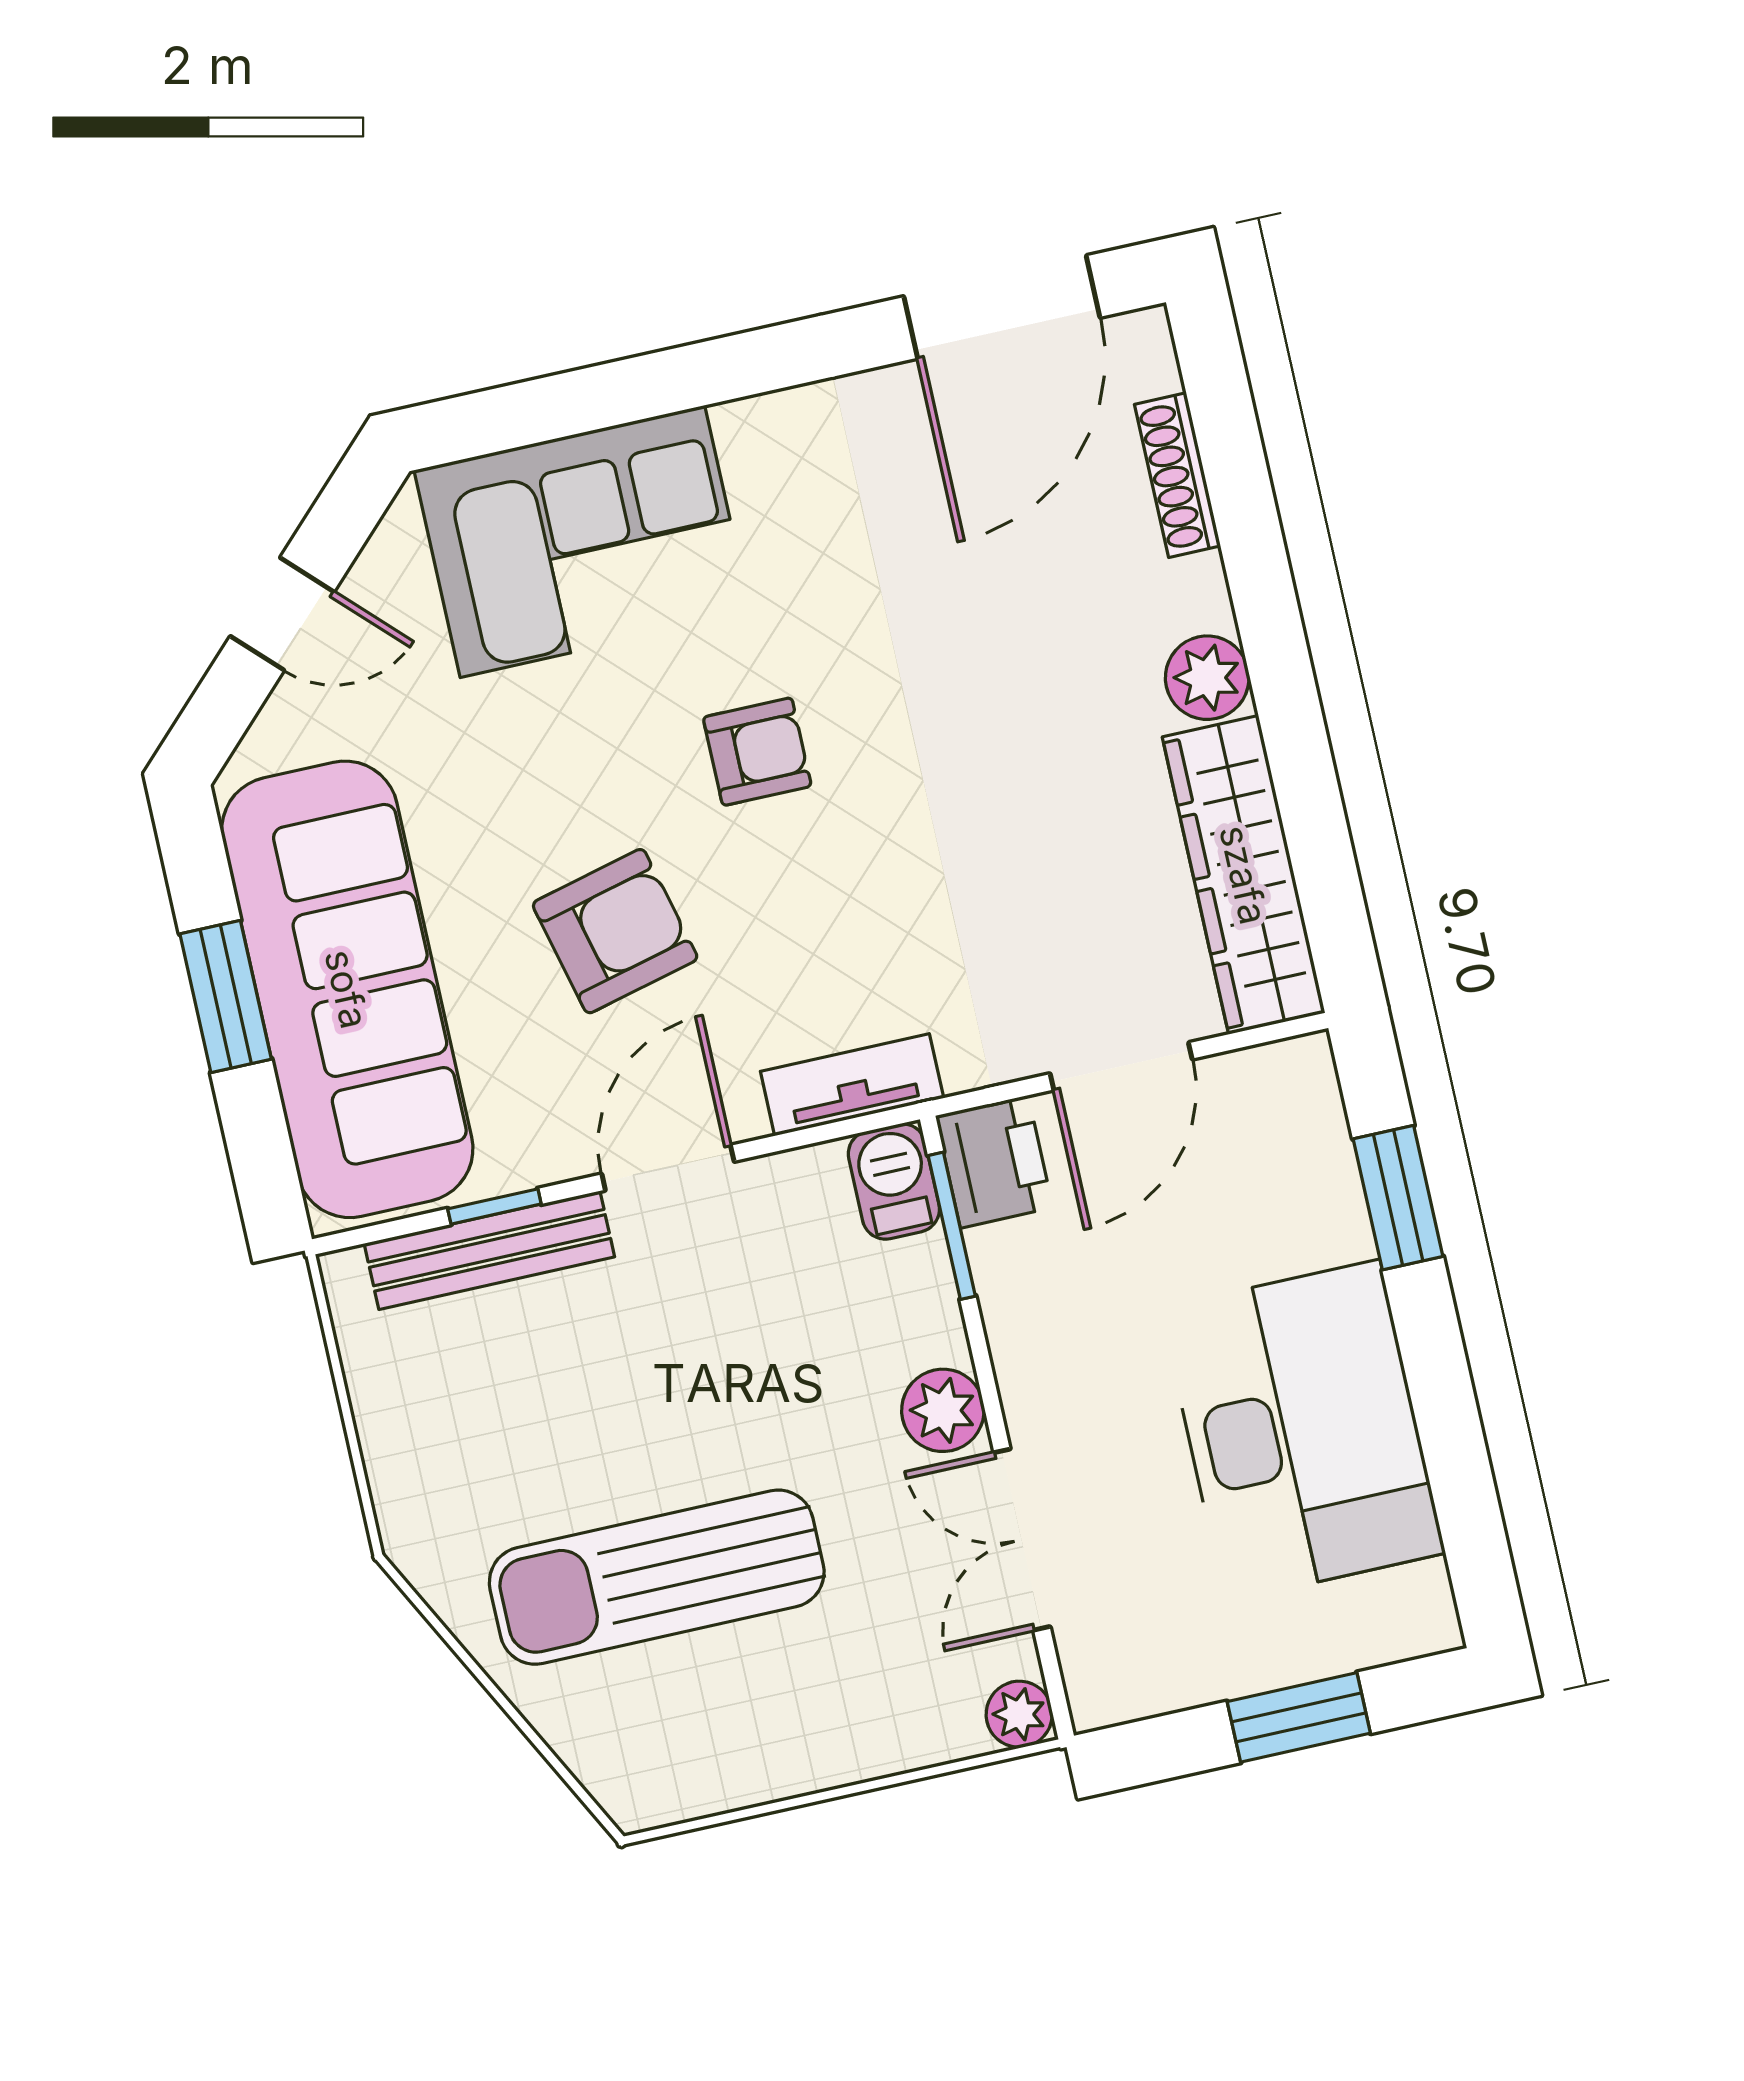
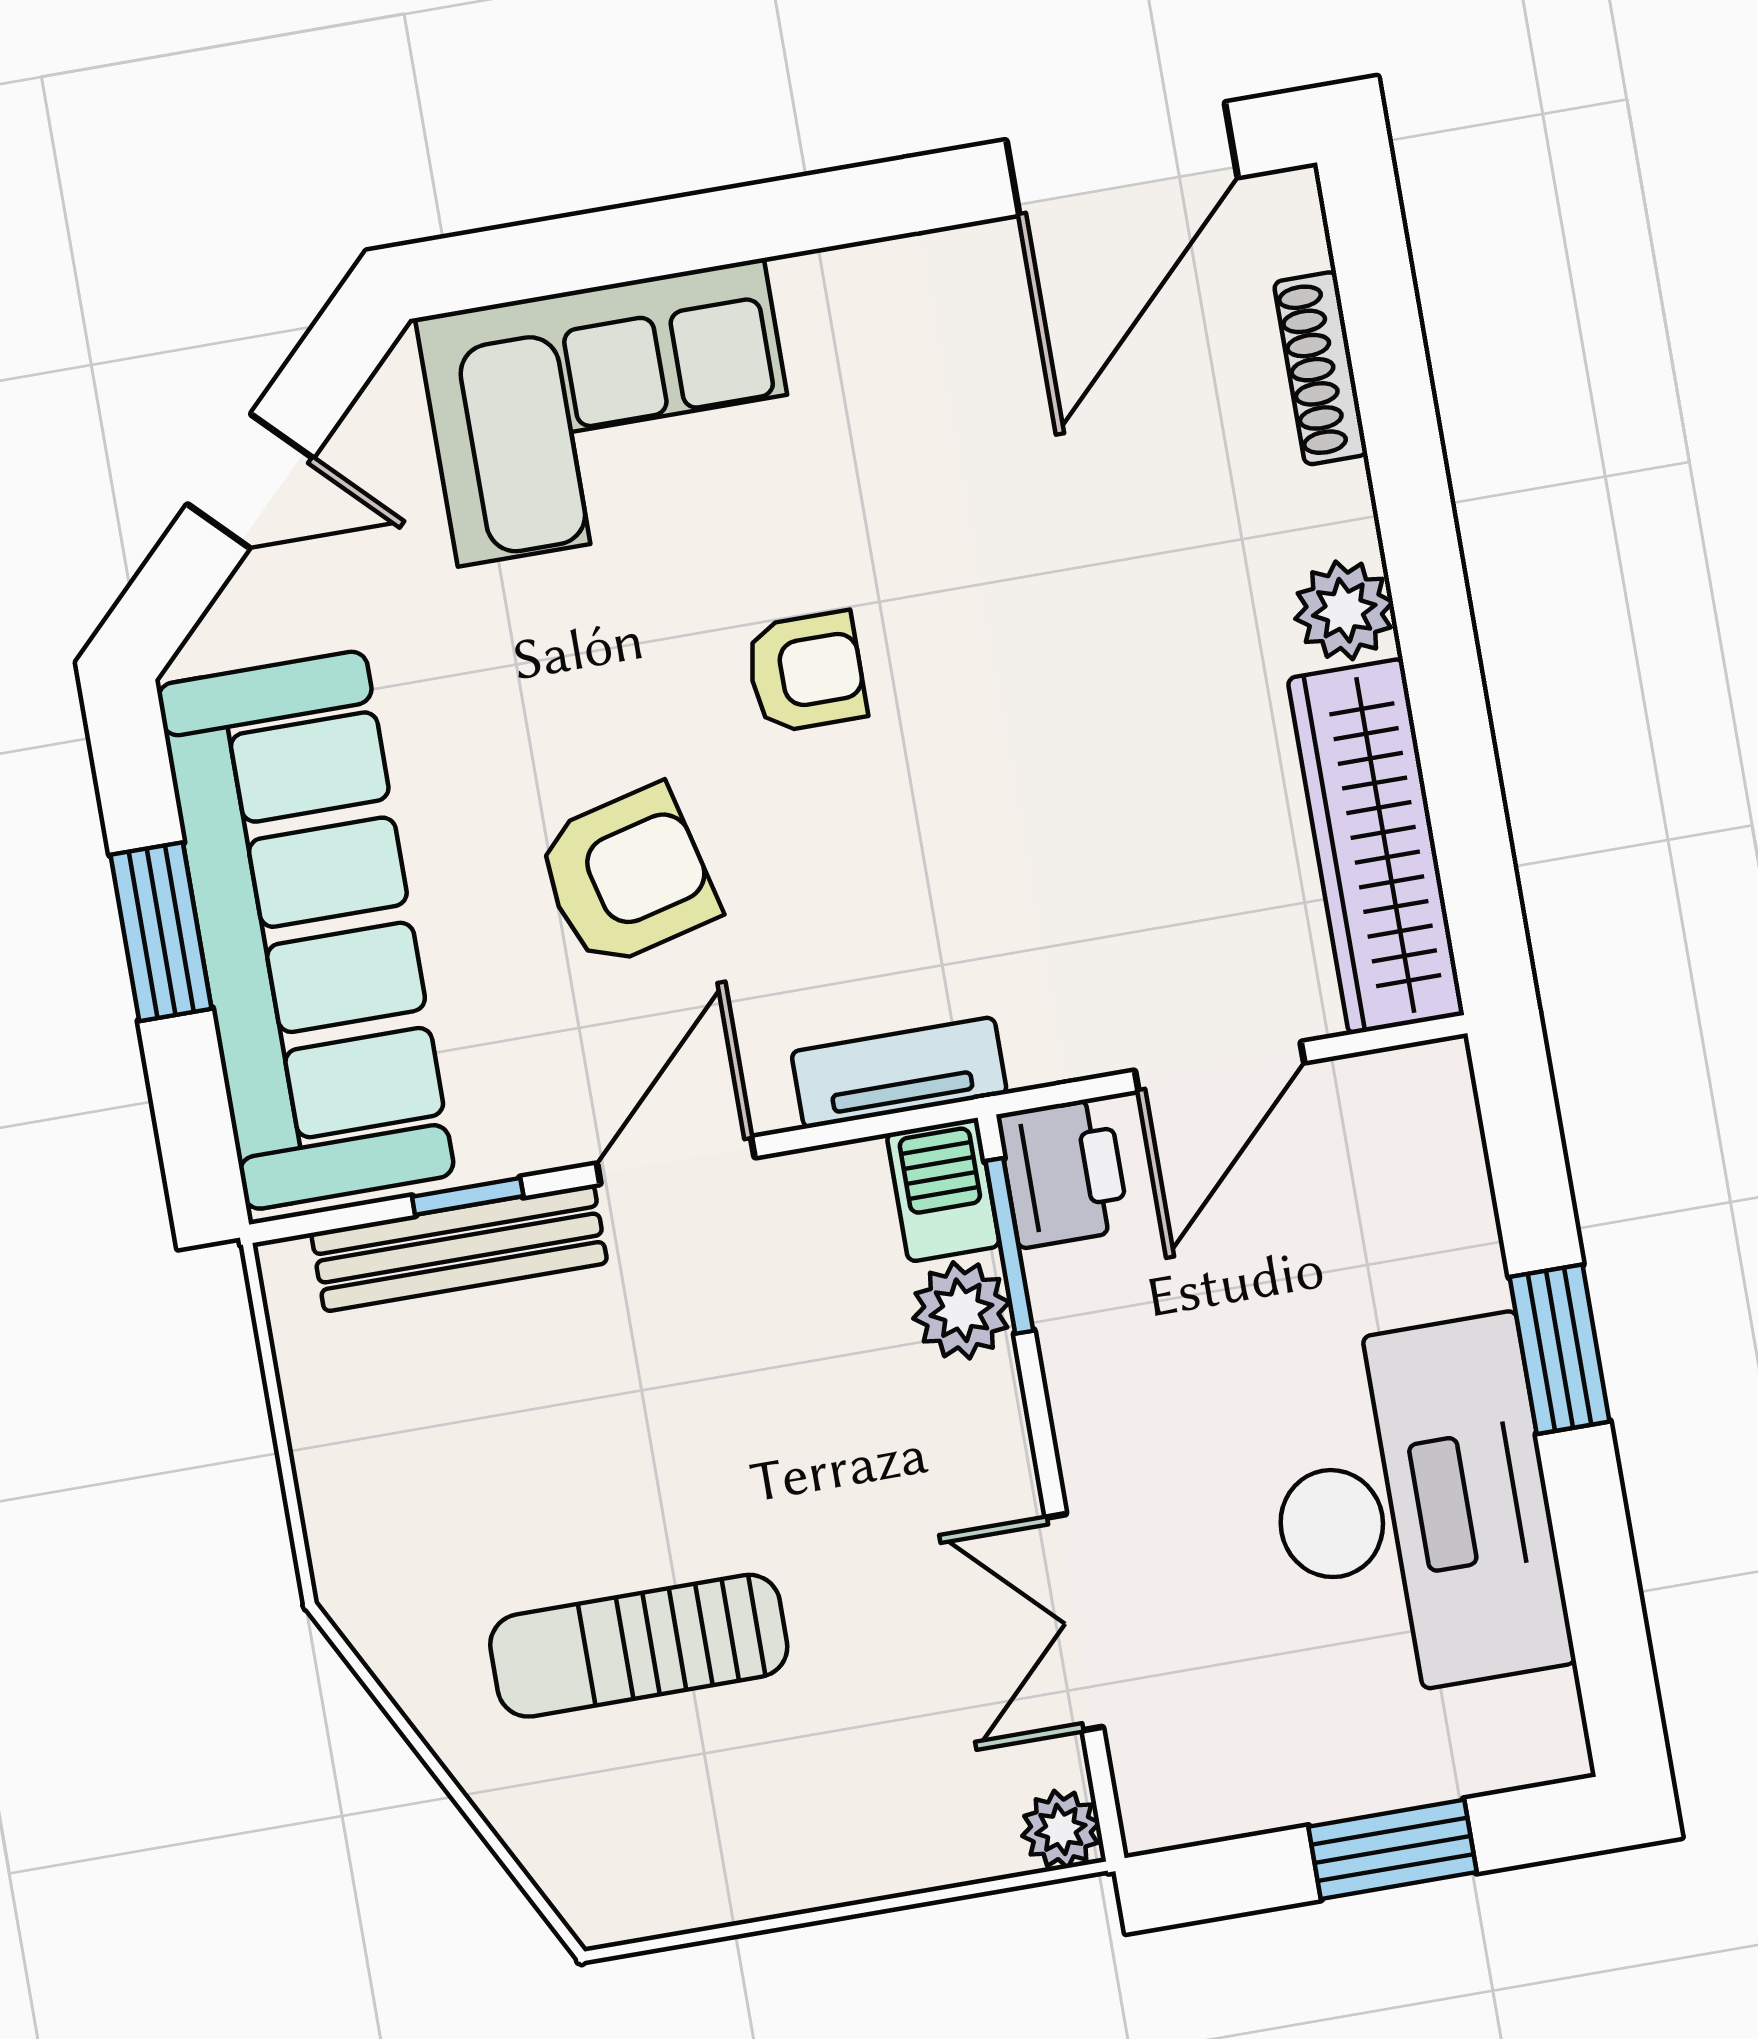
window: (1398, 1198) -> (1560, 1349), moved
plant: (943, 1410) -> (961, 1310), moved
sun lounger: (657, 1577) -> (639, 1646), width x0.73, depth x0.75

